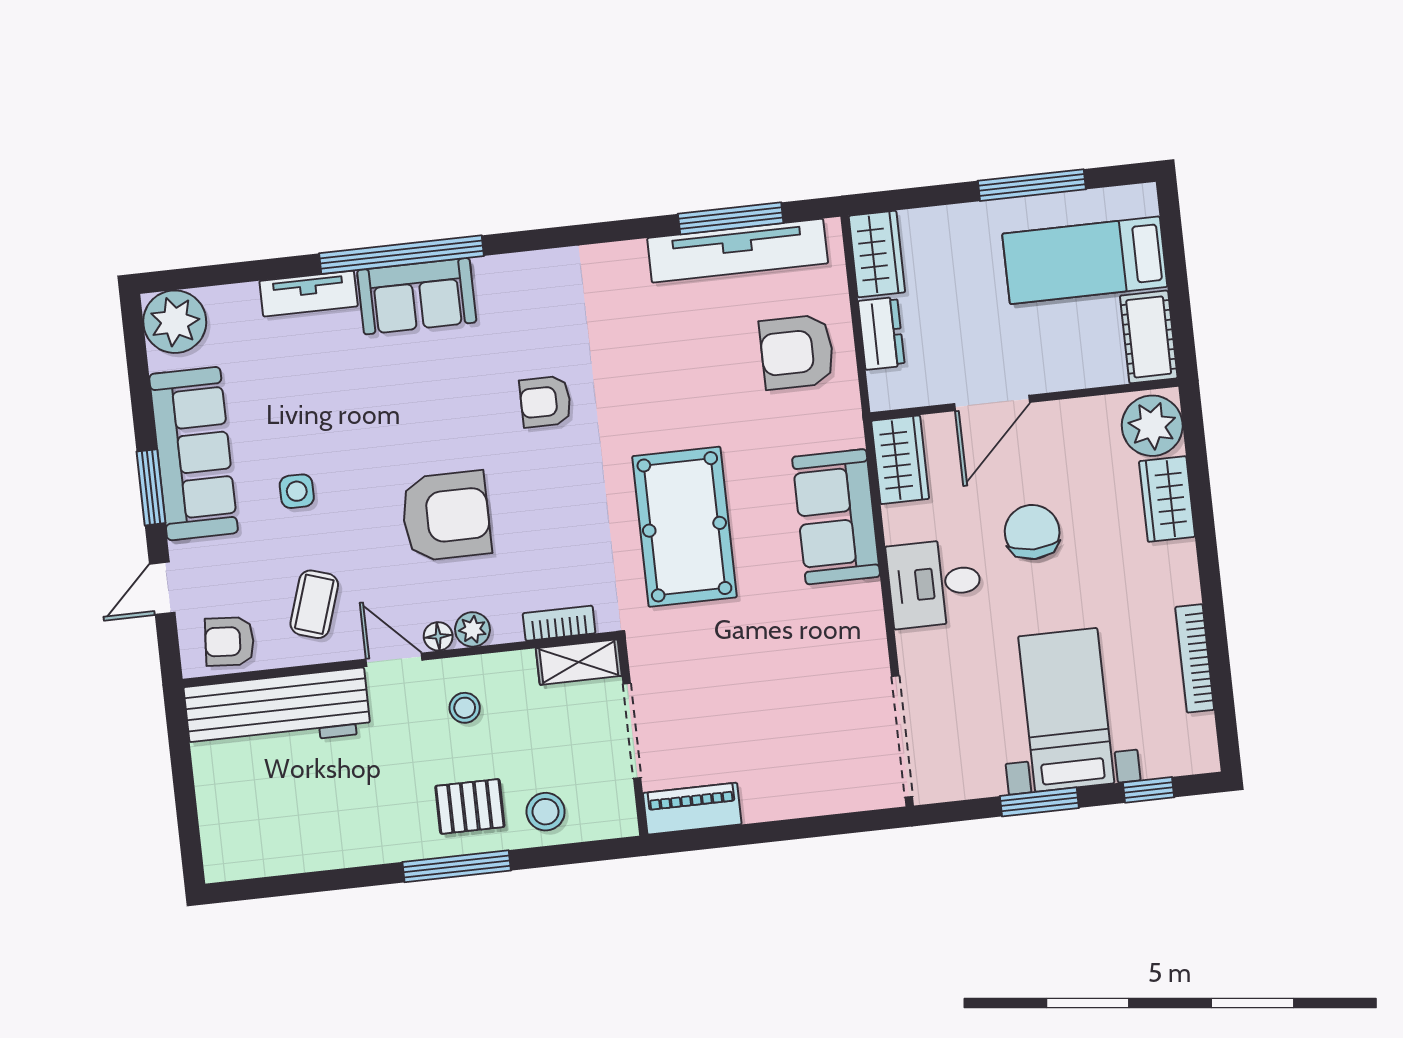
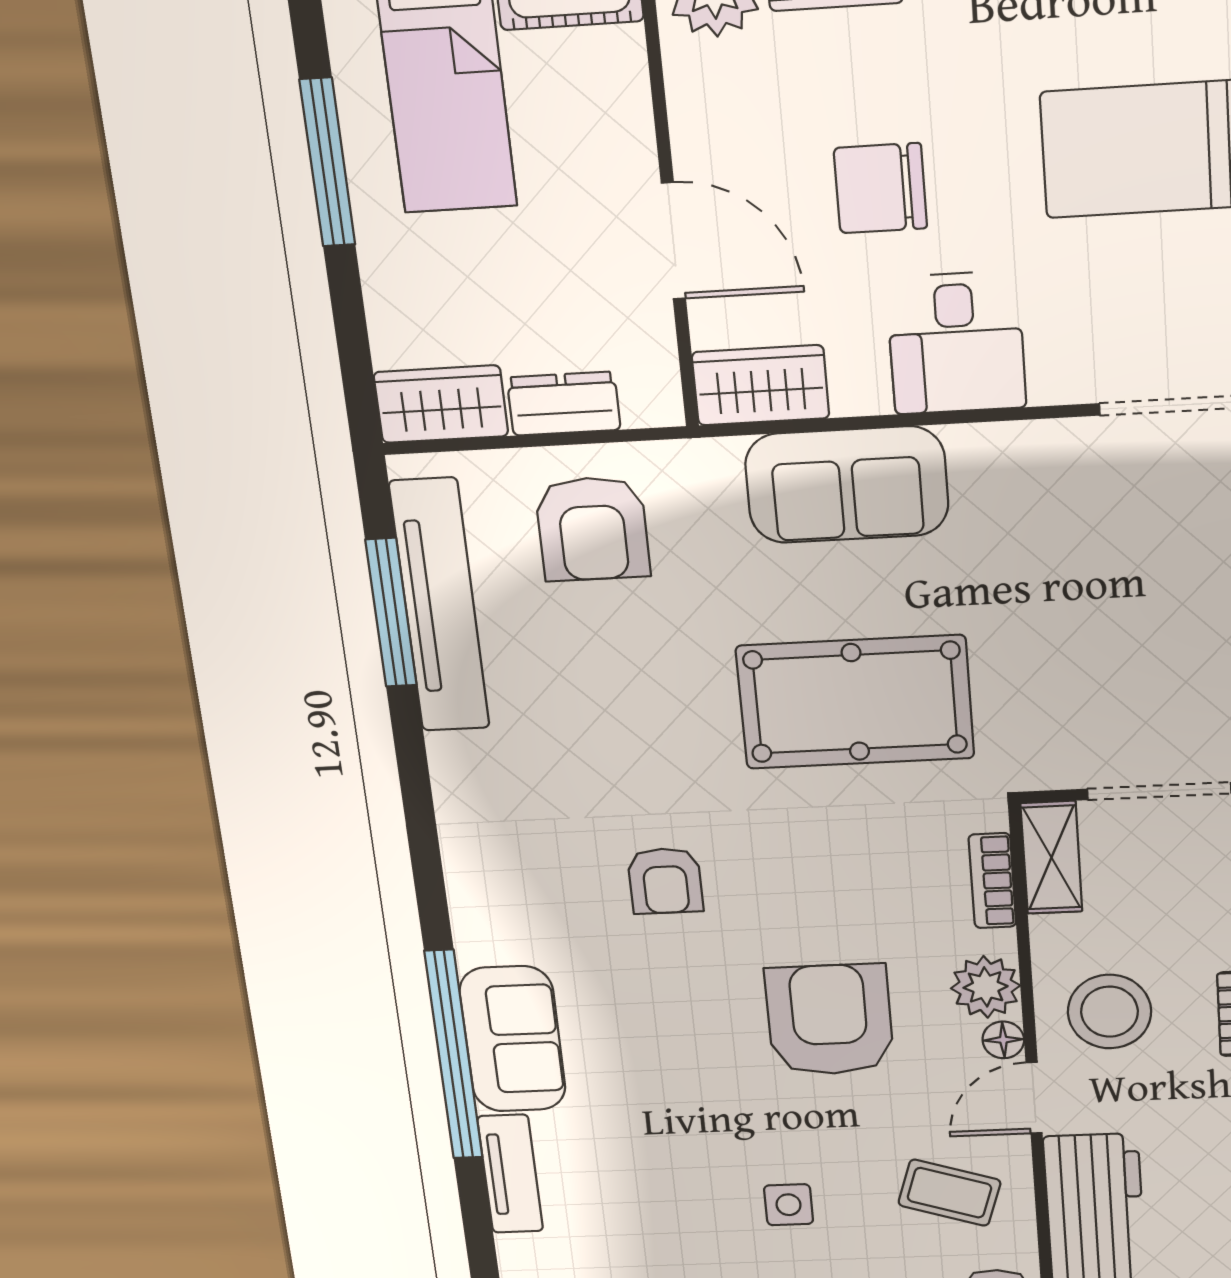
plant: (473, 629) -> (986, 987), width x1.38, depth x1.38
stool: (465, 708) -> (1109, 1012), width x1.89, depth x1.89

